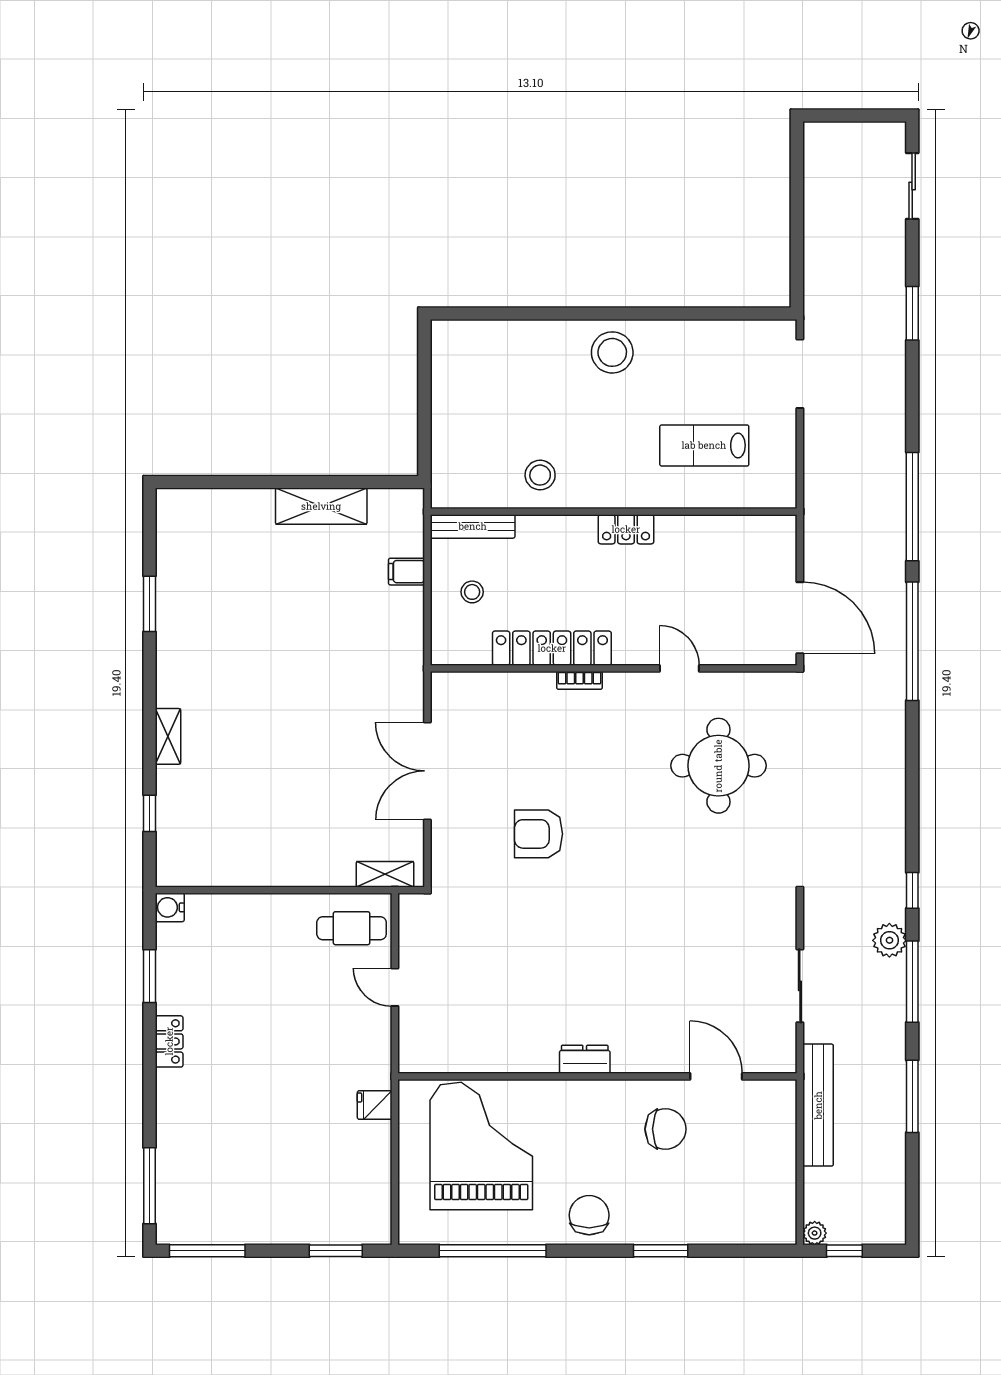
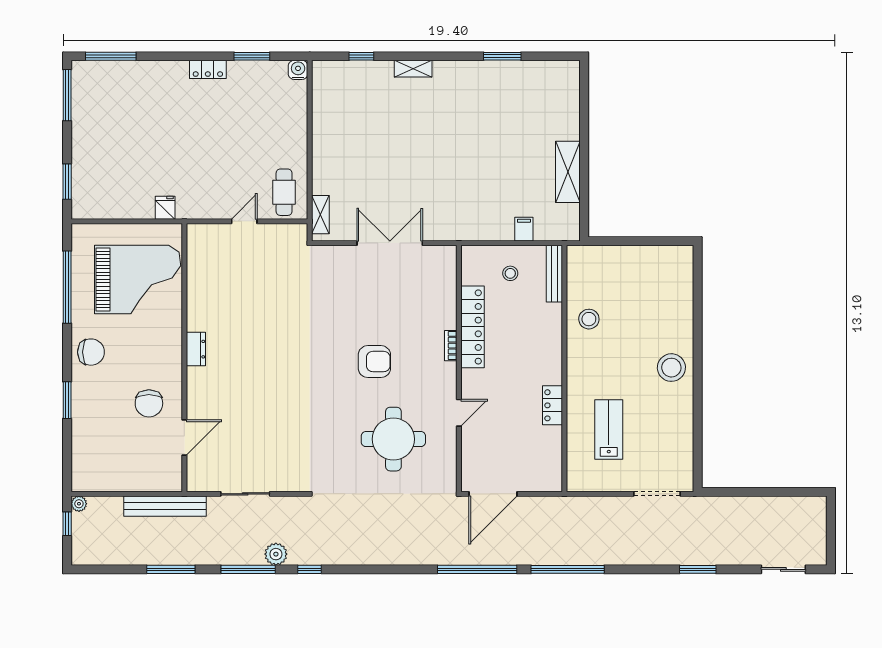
locker: (626, 529) -> (552, 405), moved
armchair: (539, 834) -> (374, 362), moved, turned 90

